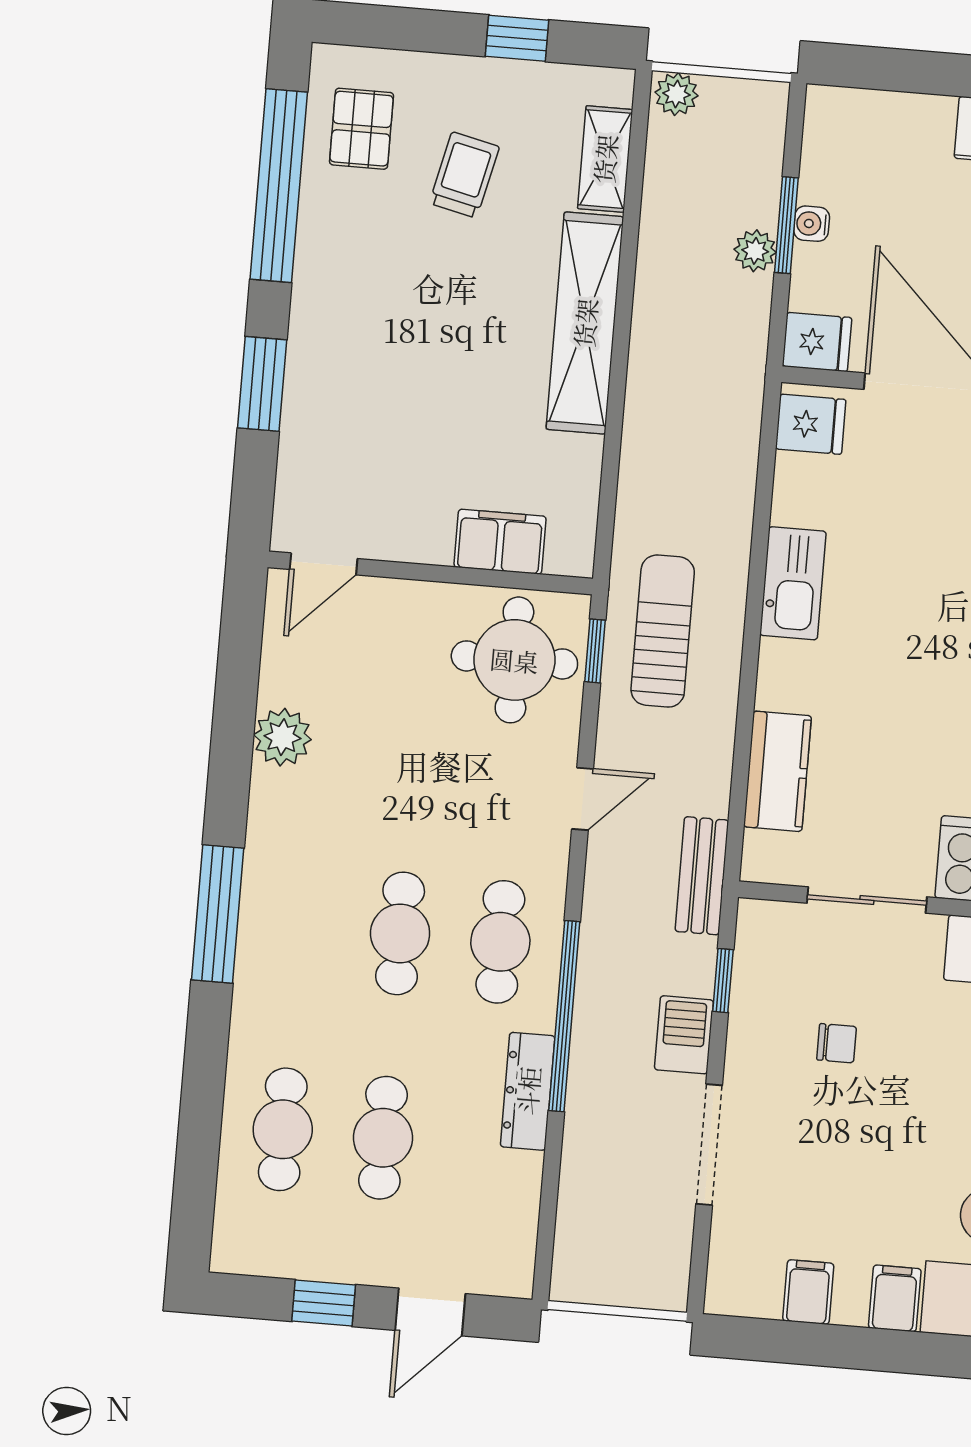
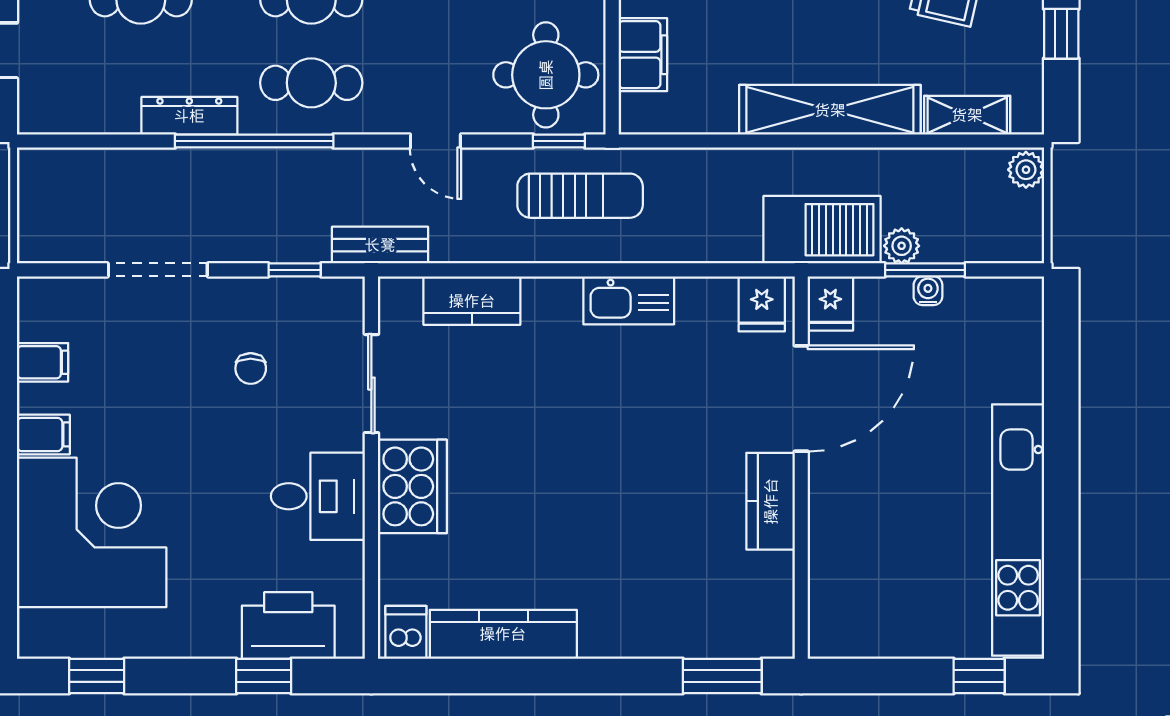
barbecue: (684, 1035) -> (822, 230), moved, width x1.88, depth x1.53

